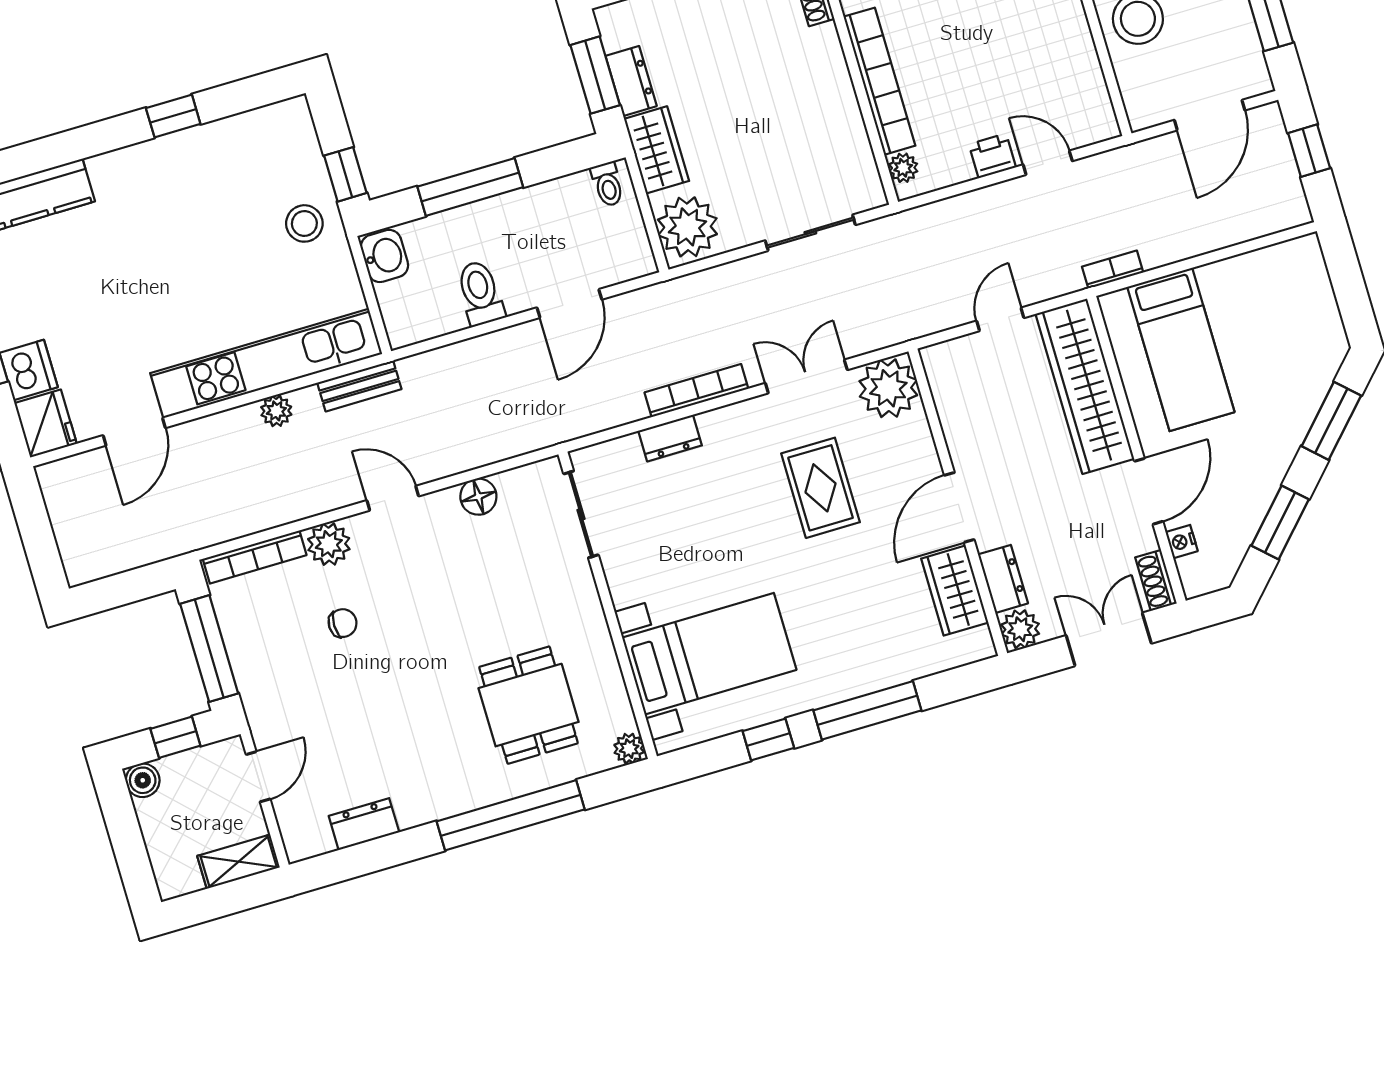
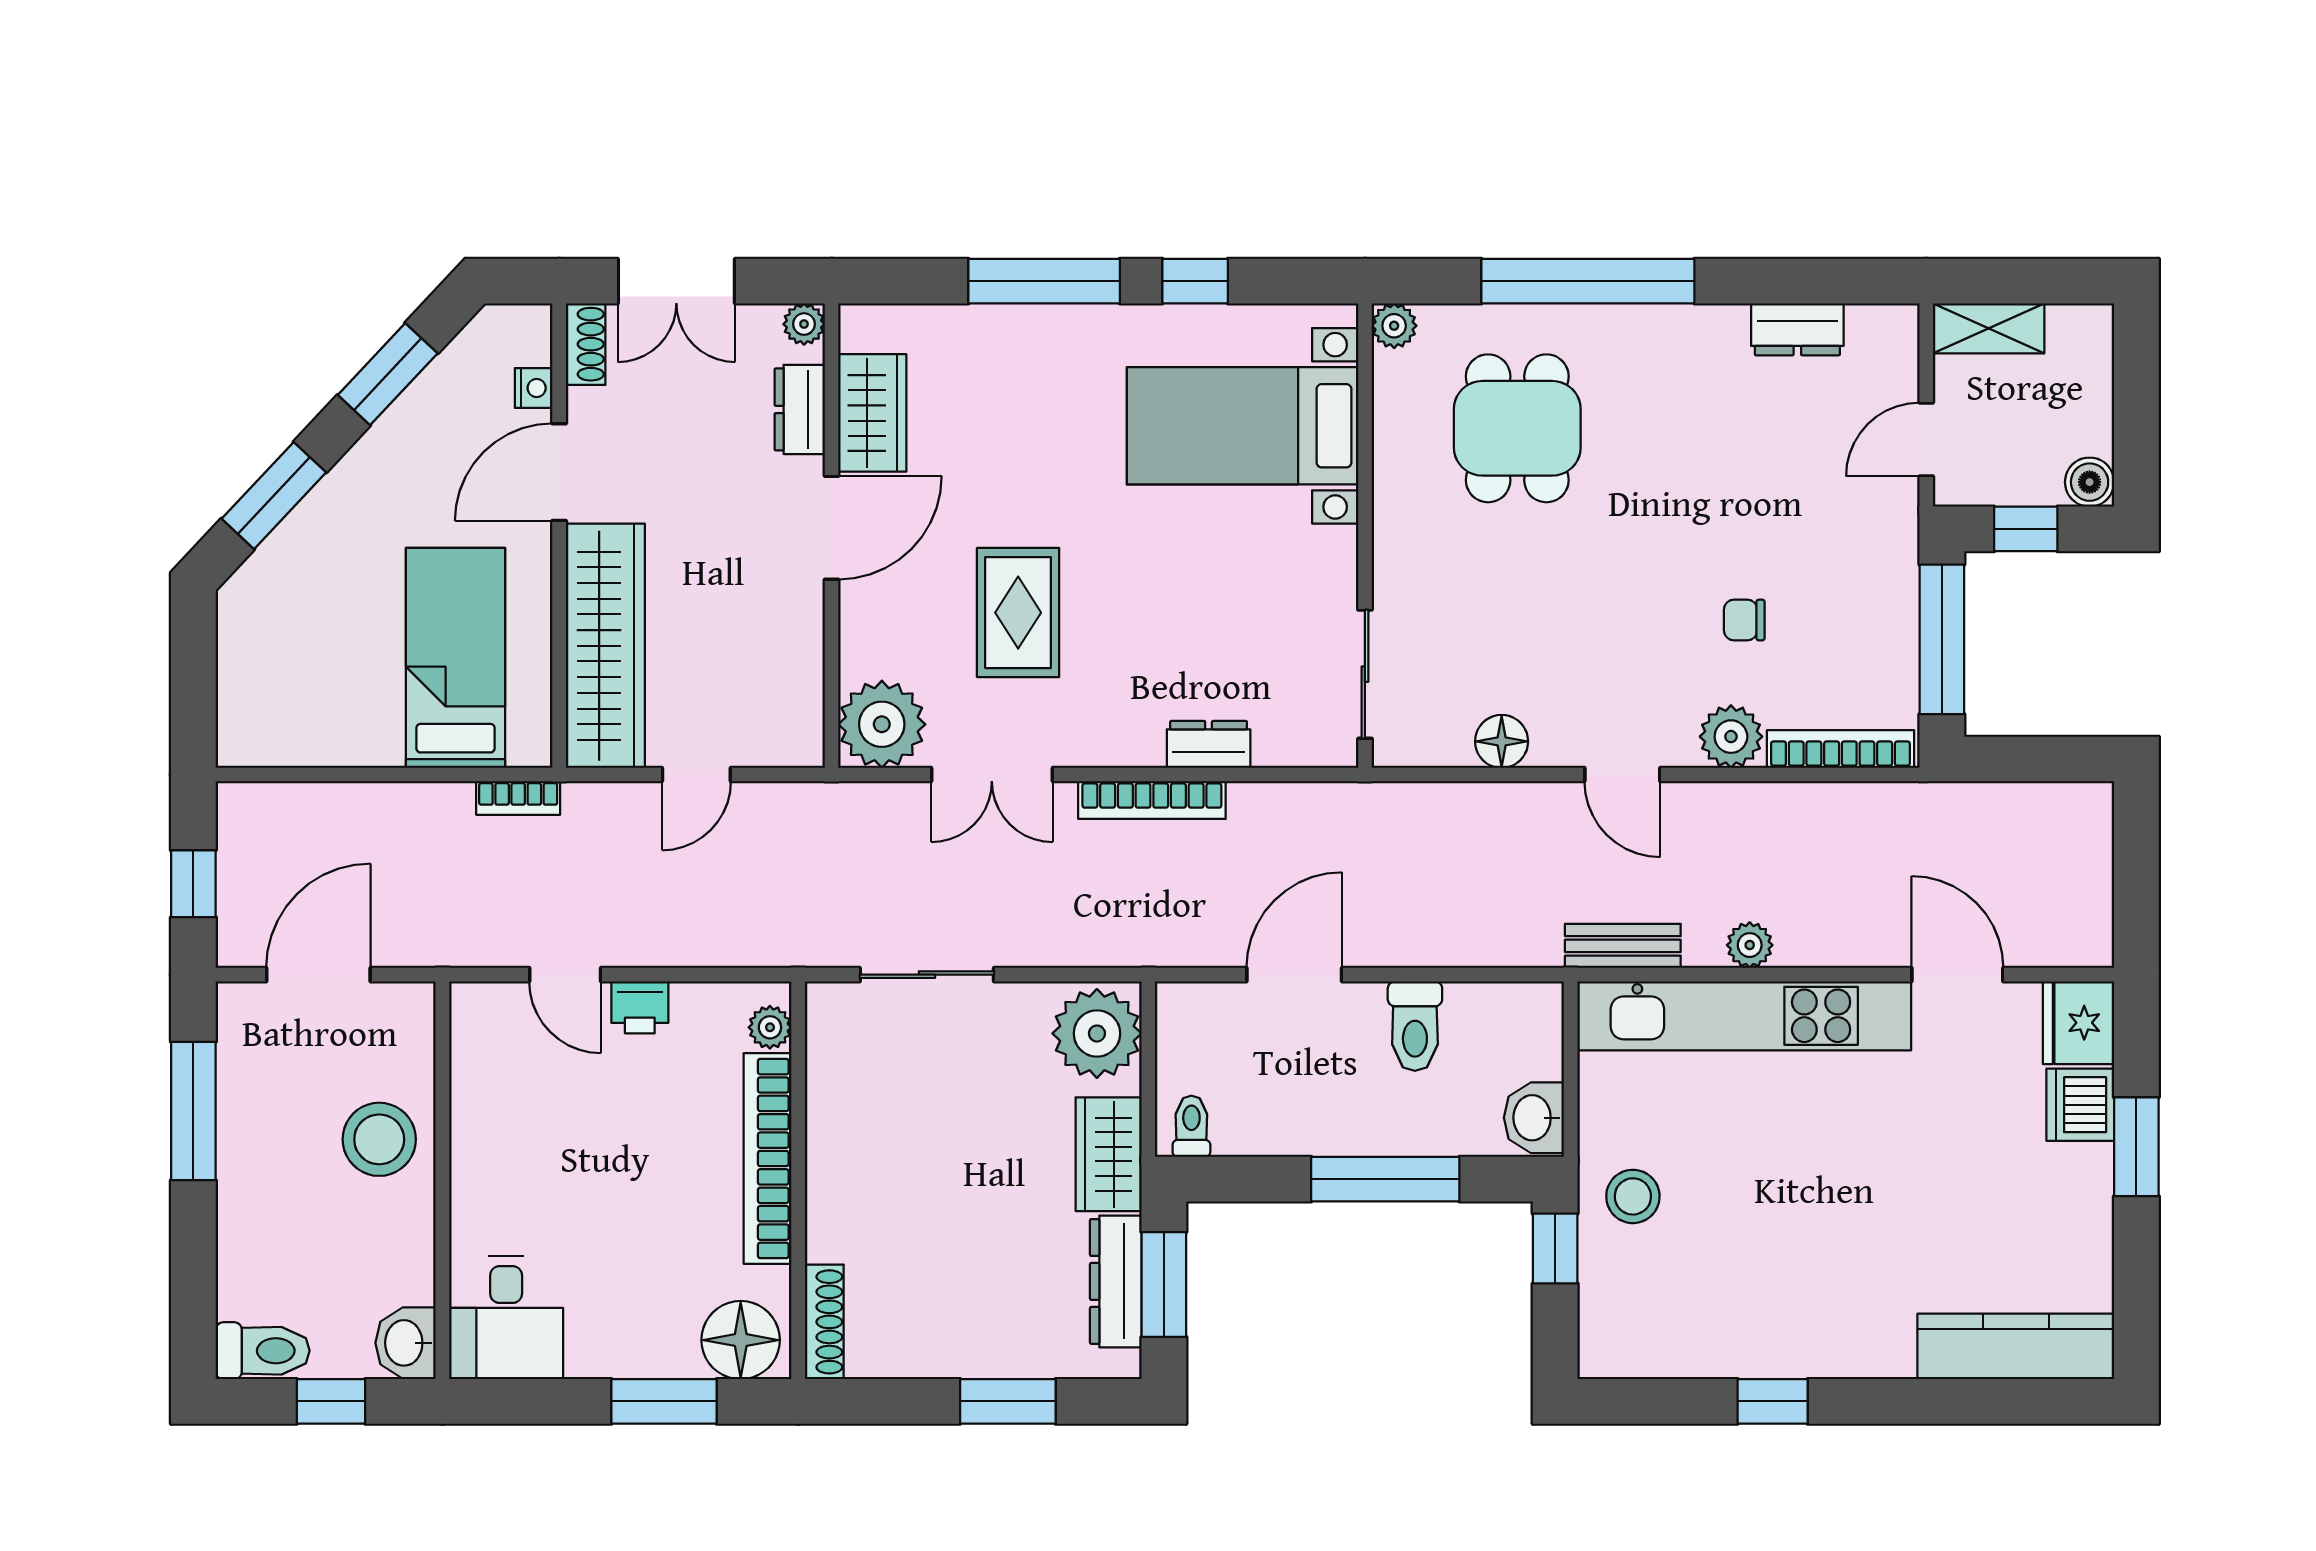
dresser: (631, 81) -> (1116, 1281), width x1.44
door: (134, 432) -> (1957, 975), hinge flipped
plant: (1020, 629) -> (804, 324), width x0.73, depth x0.73

